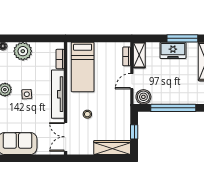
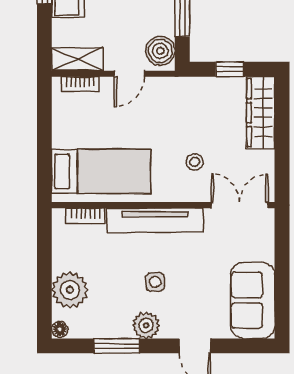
door: (132, 81) -> (129, 74), hinge flipped
double door: (66, 137) -> (240, 205), swing flipped

